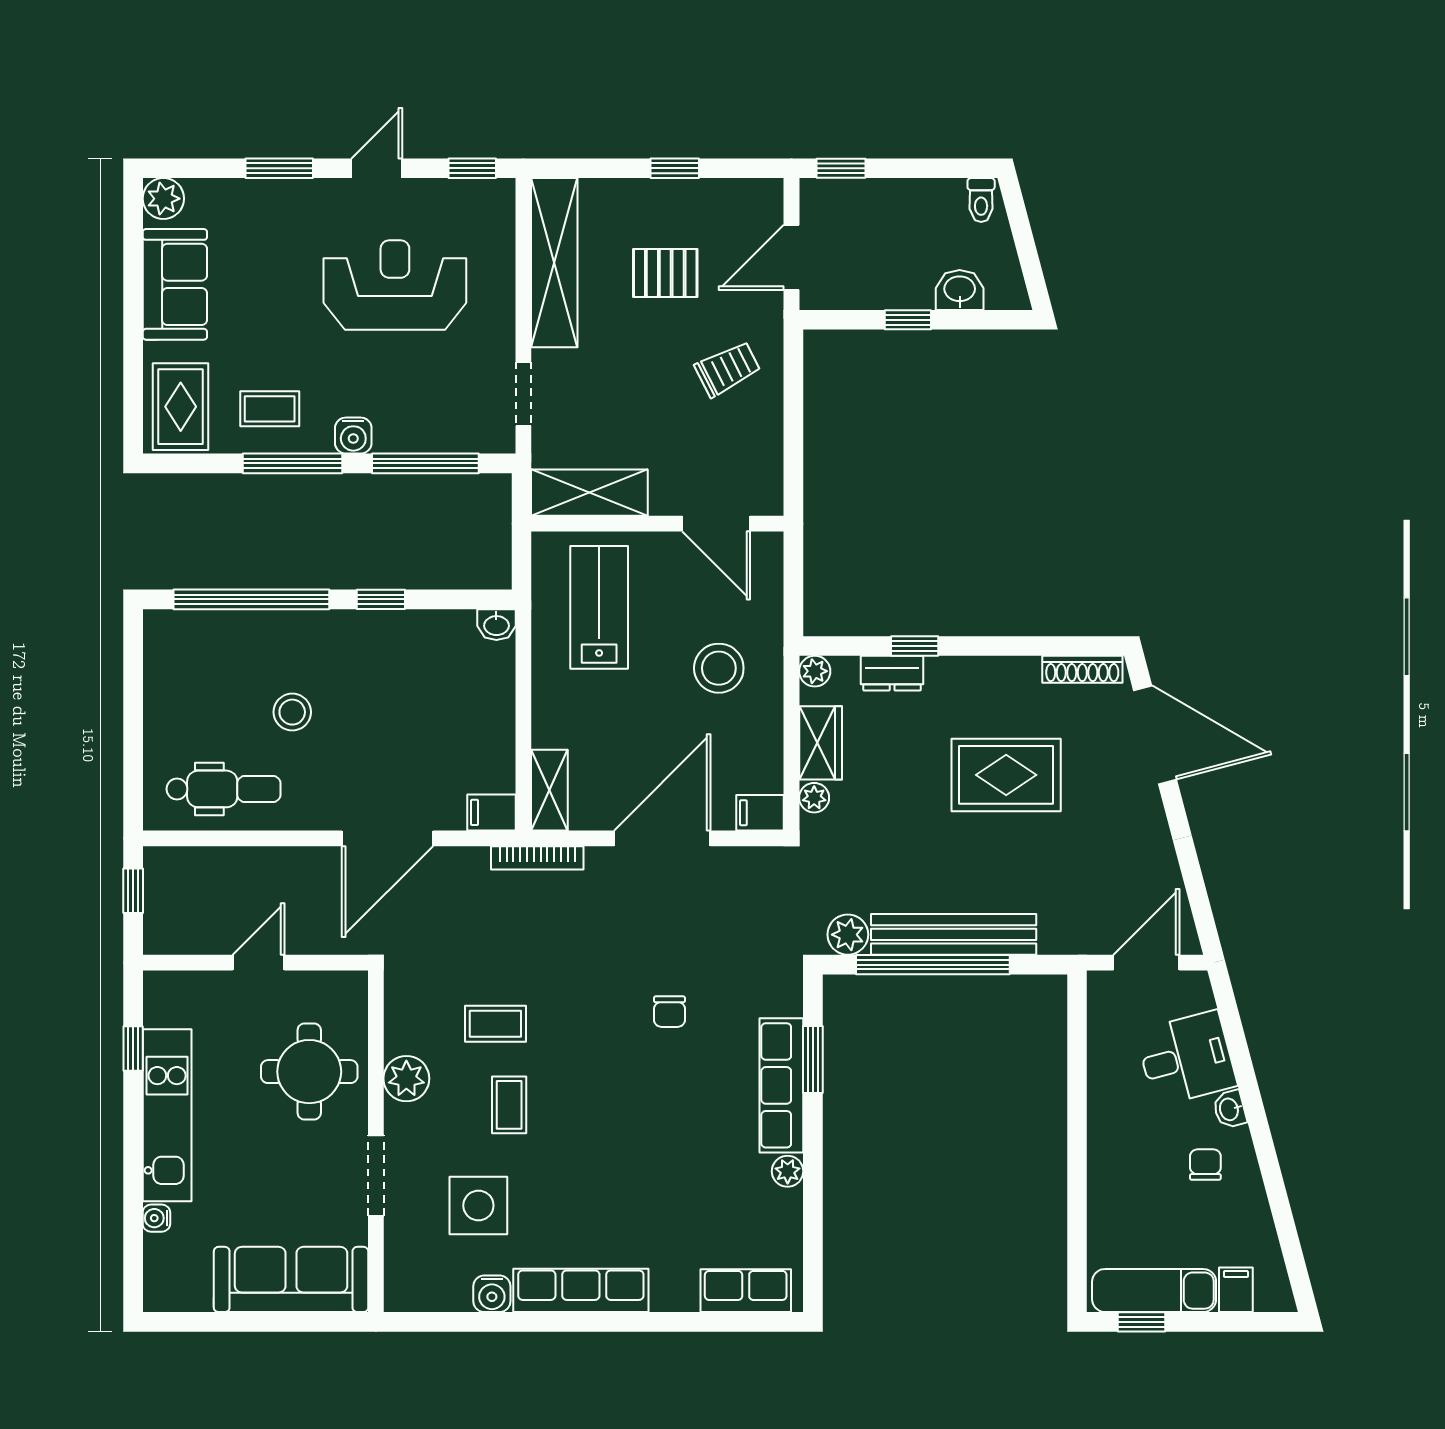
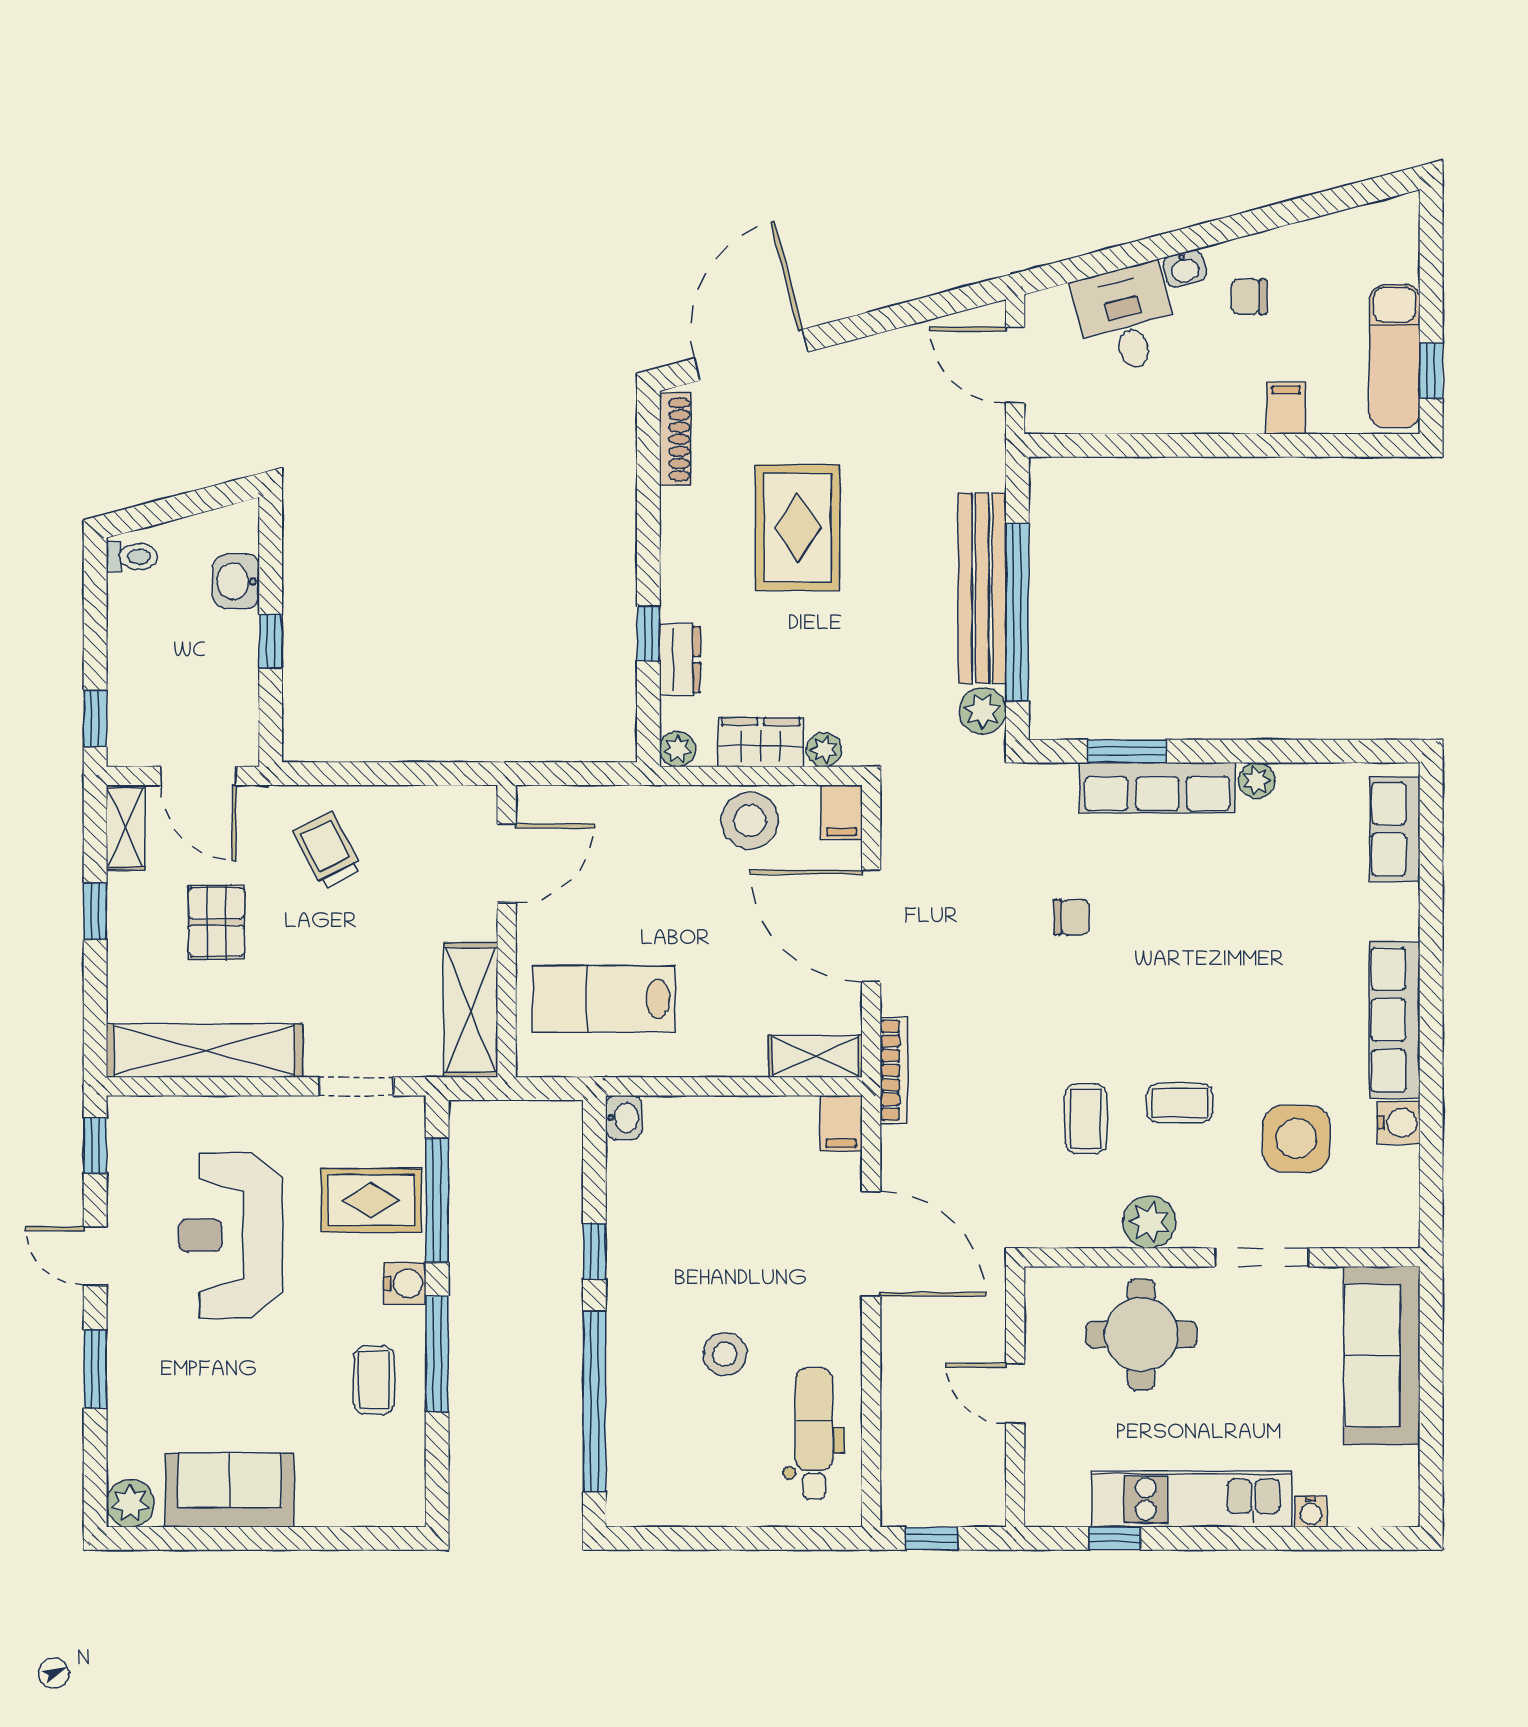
shelving: (747, 194) -> (126, 828), added
rug: (181, 407) -> (371, 1200), moved
stool: (719, 668) -> (750, 821), moved
filing cabinet: (1236, 1290) -> (1286, 408), moved, turned 90

